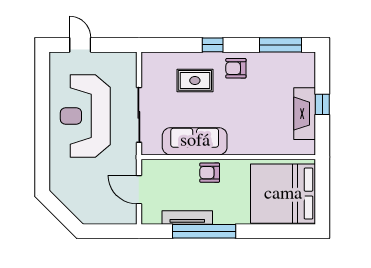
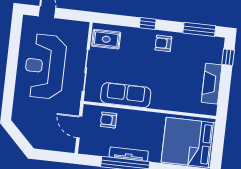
rug: (195, 80) -> (106, 39), moved
window: (322, 104) -> (228, 57), moved
armchair: (210, 173) -> (109, 120), moved
tv unit: (187, 217) -> (129, 154), moved

